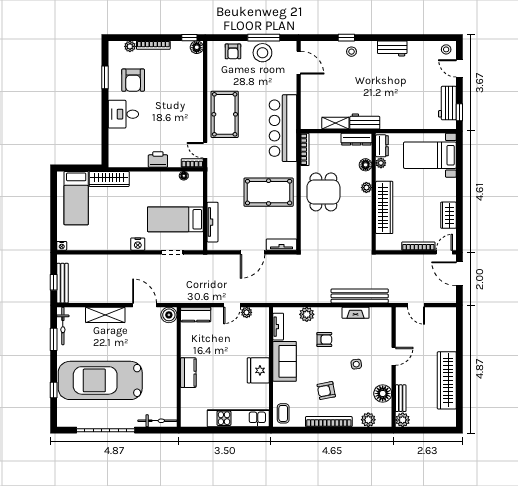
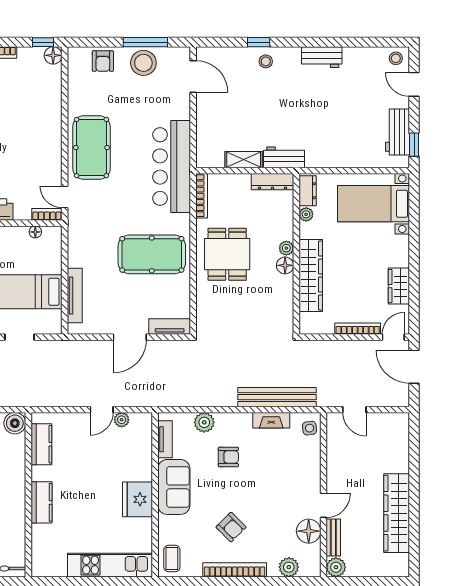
floor lamp: (366, 165) -> (285, 265), moved
kitchen counter: (196, 314) -> (41, 444), moved, turned -90
door: (394, 356) -> (324, 505), moved
side table: (356, 364) -> (310, 428), moved
armchair: (326, 391) -> (231, 527), turned -124

